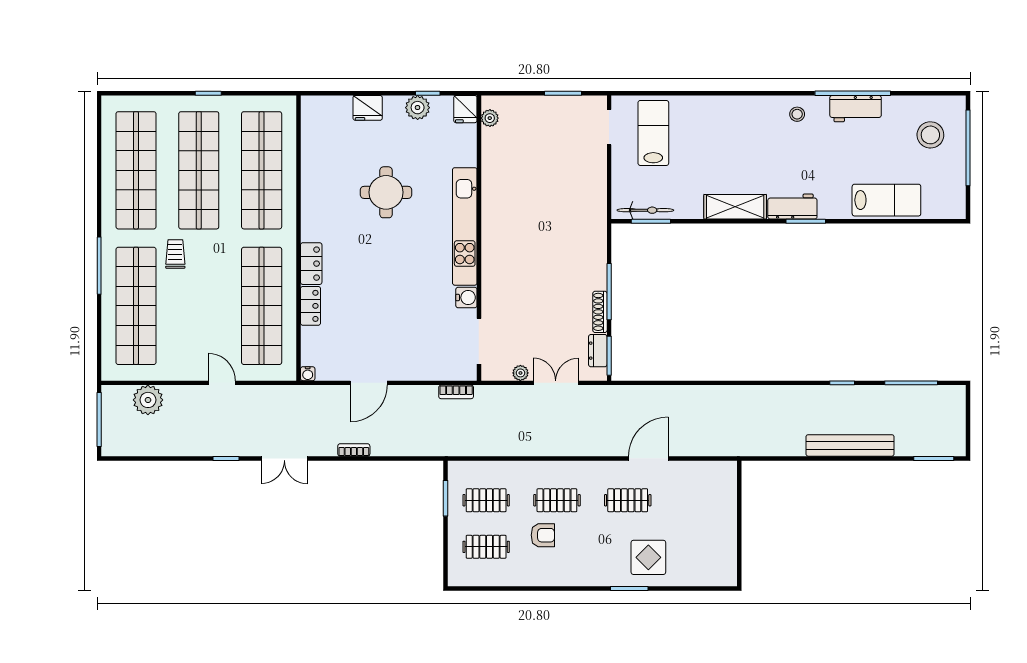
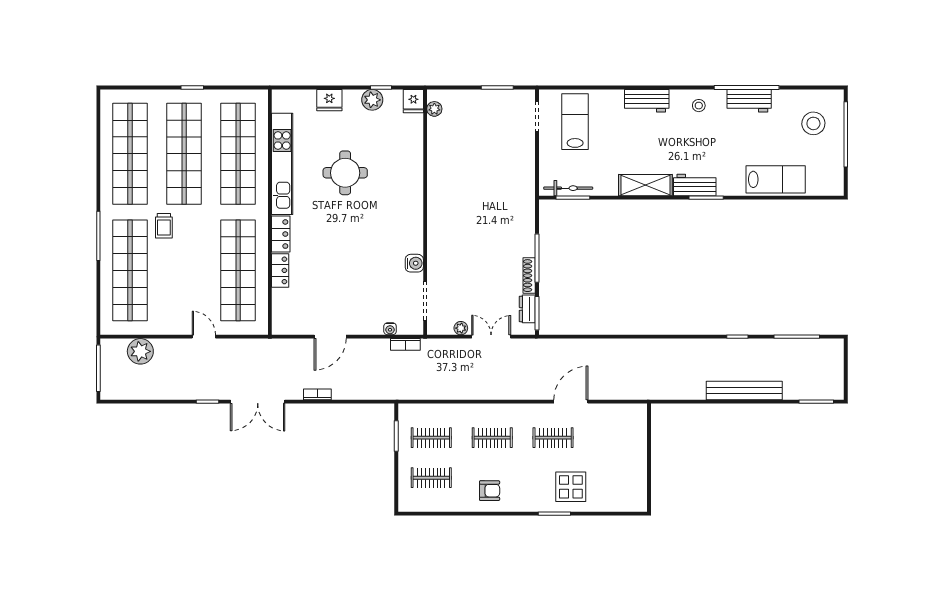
workbench: (737, 109) -> (647, 101), added
kitchen unit: (465, 226) -> (282, 164), moved, turned 180
trolley: (175, 254) -> (164, 226), turned 180
water cooler: (308, 374) -> (390, 329), moved
double door: (284, 458) -> (258, 402), width x1.37
armchair: (543, 535) -> (490, 491), moved

